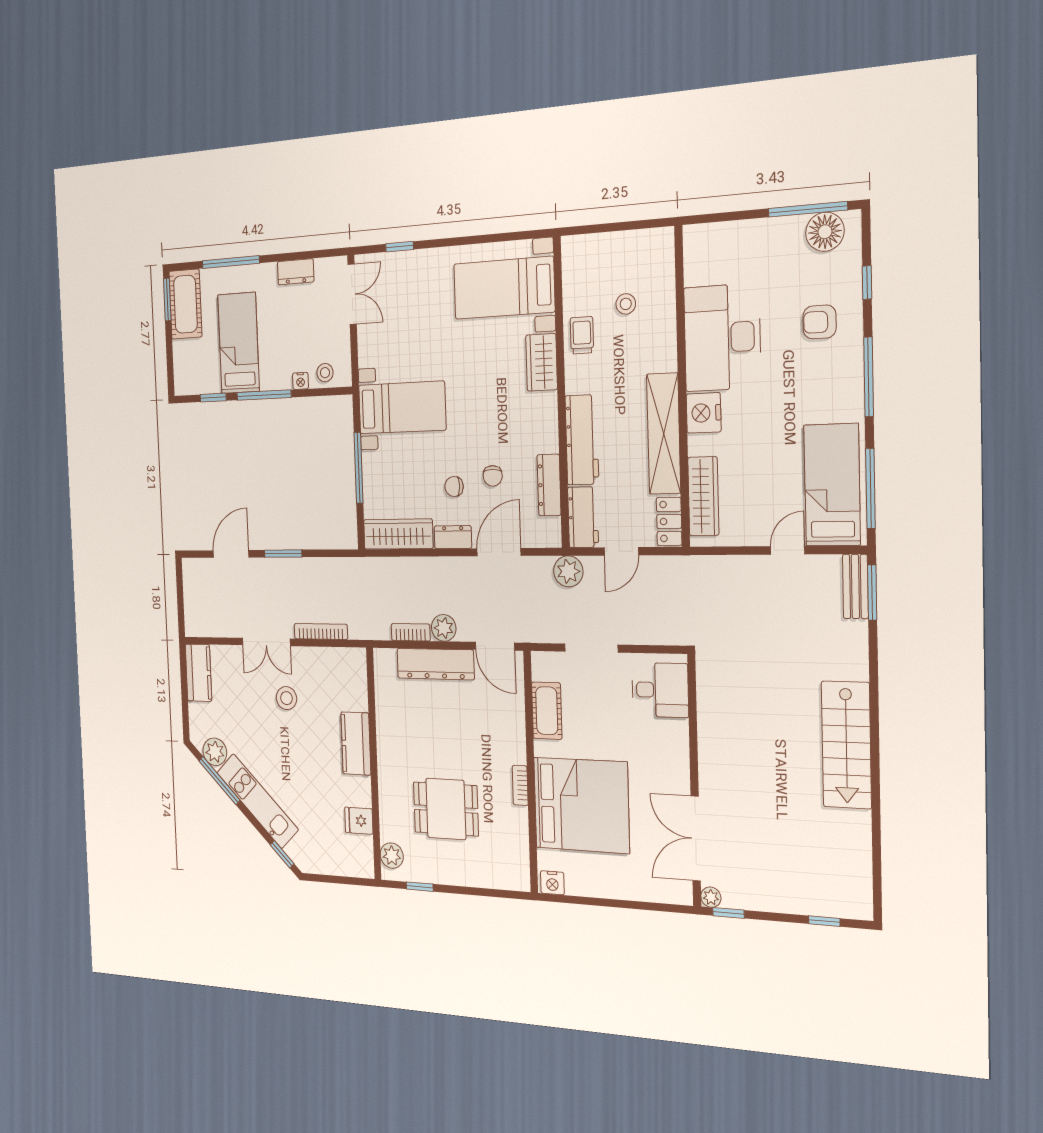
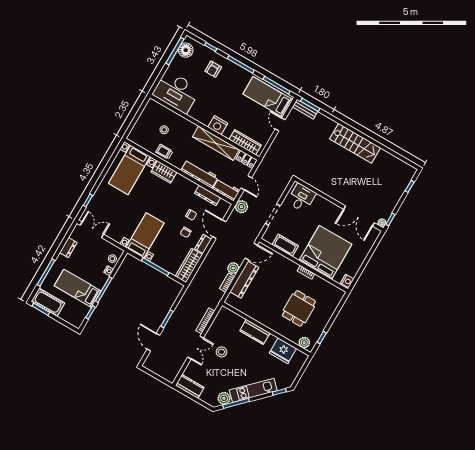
desk: (722, 338) -> (176, 92), moved
fridge: (359, 821) -> (283, 351), width x1.88, depth x1.34

